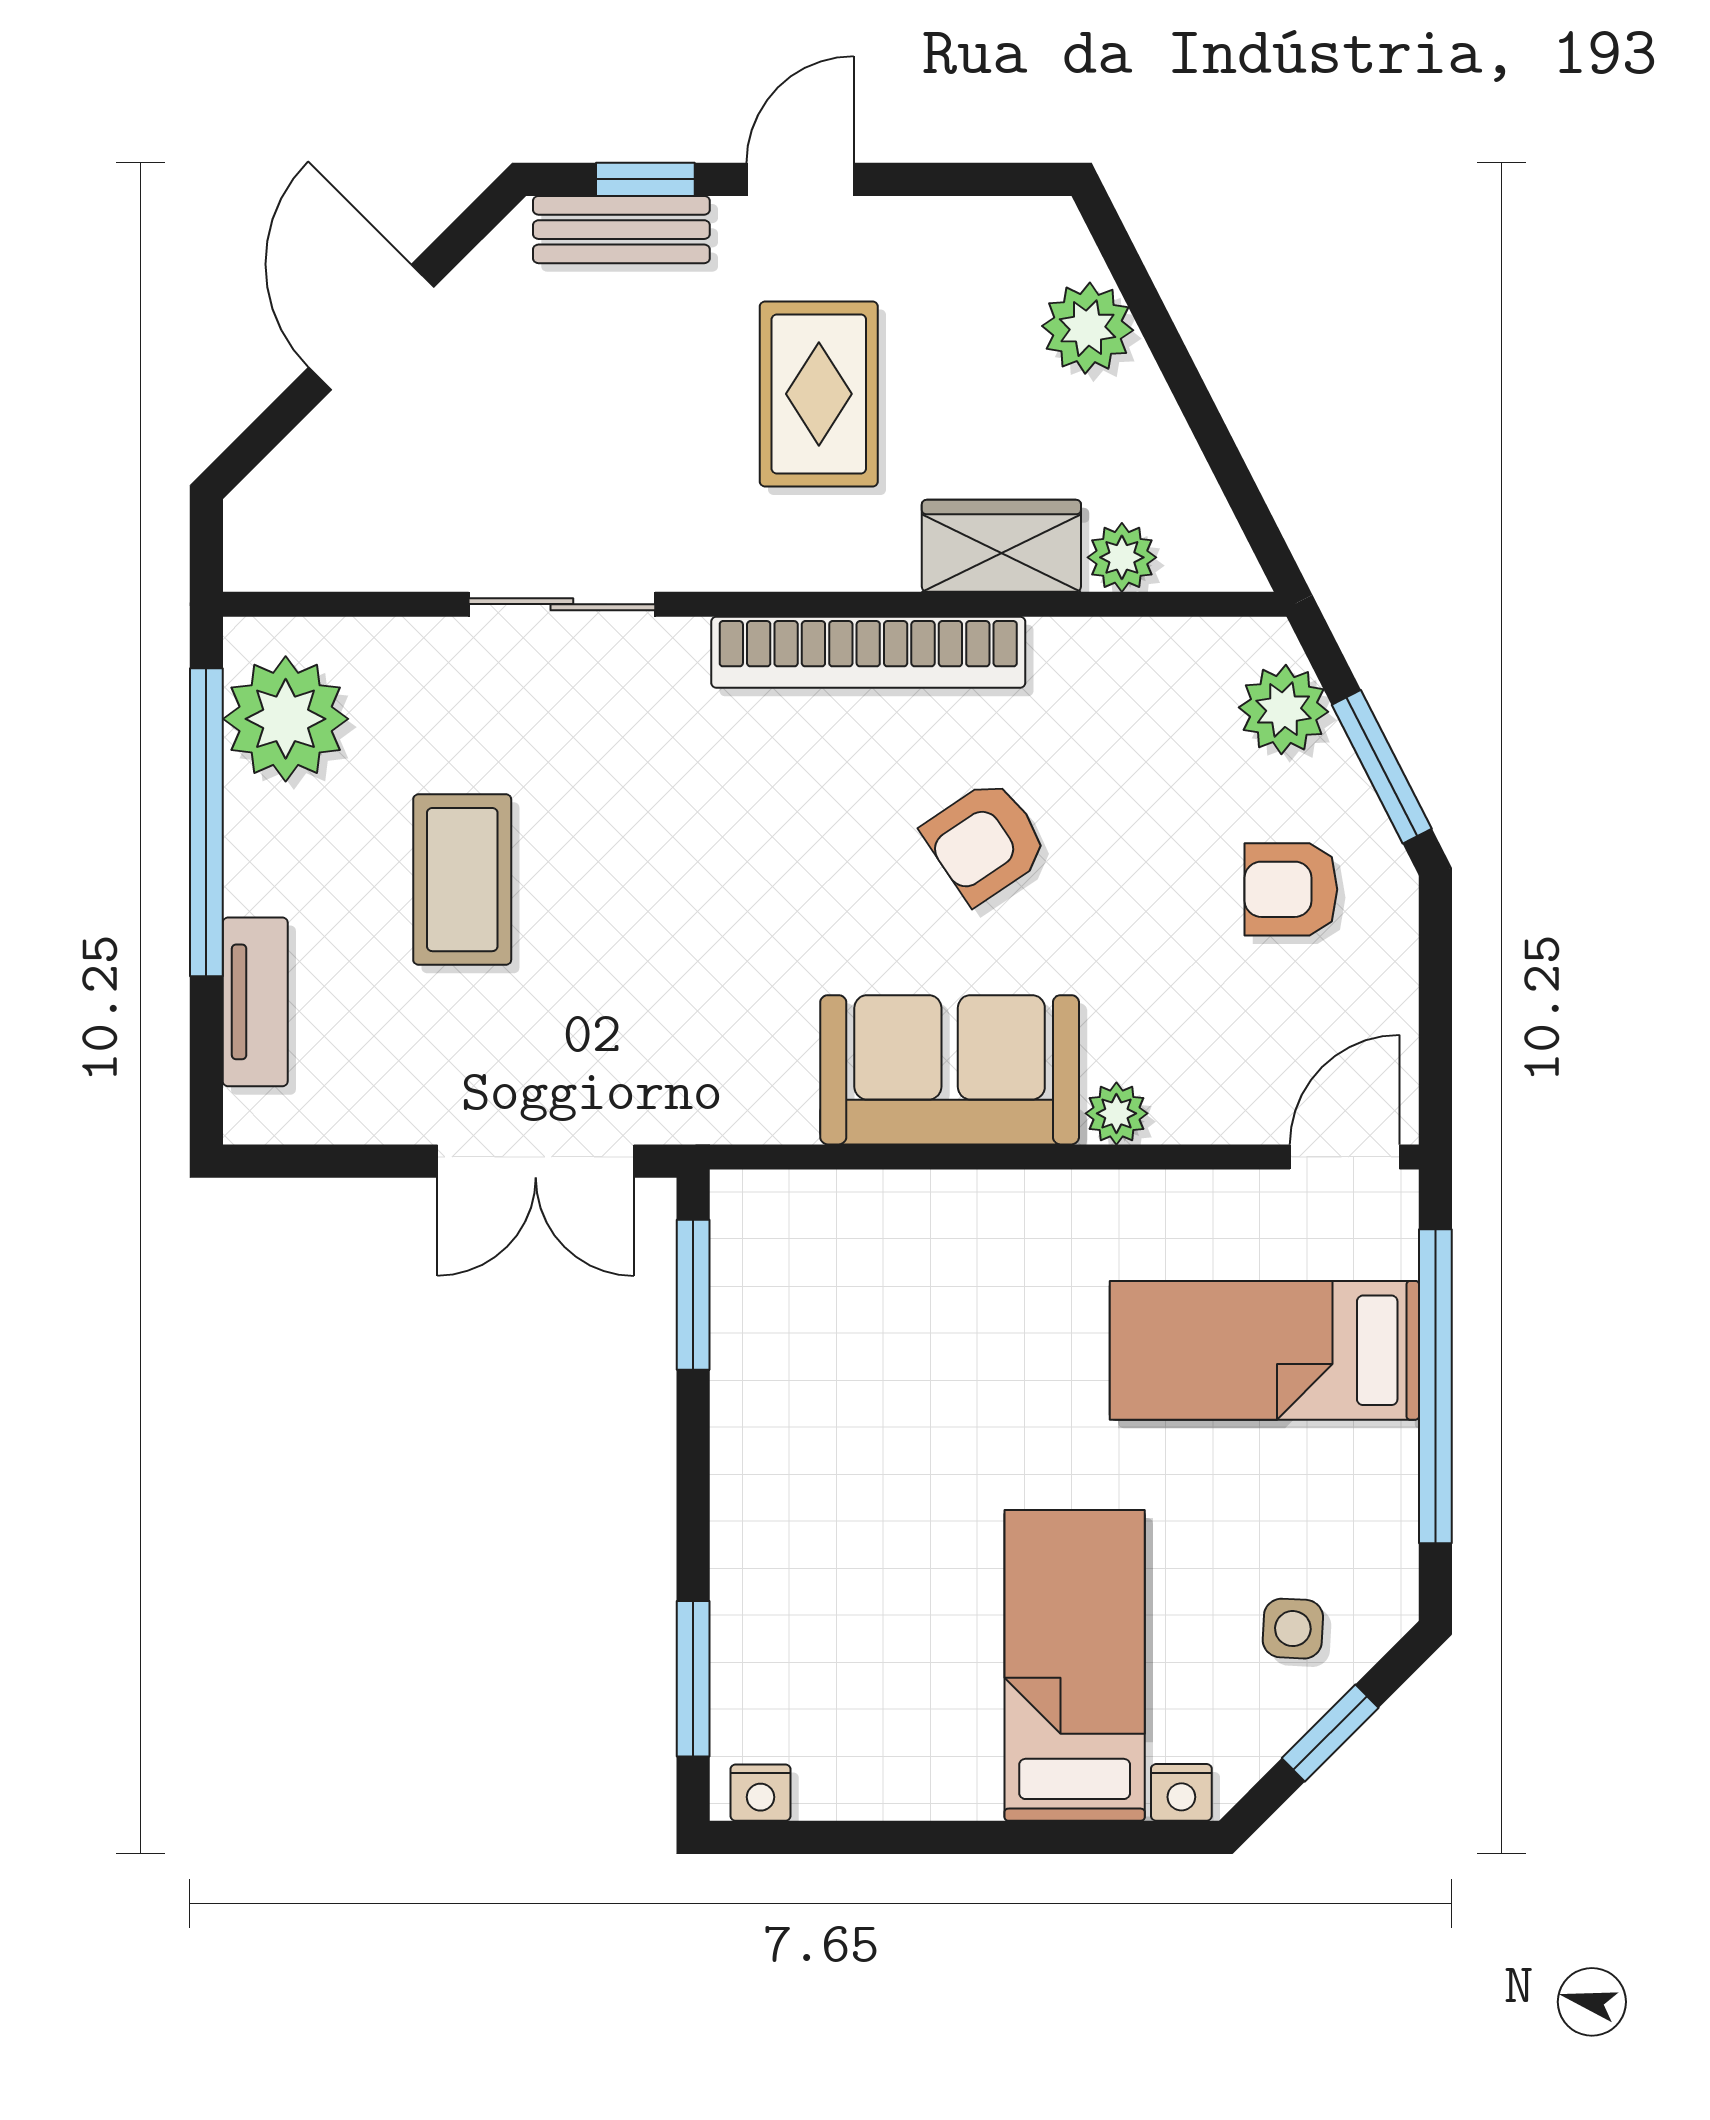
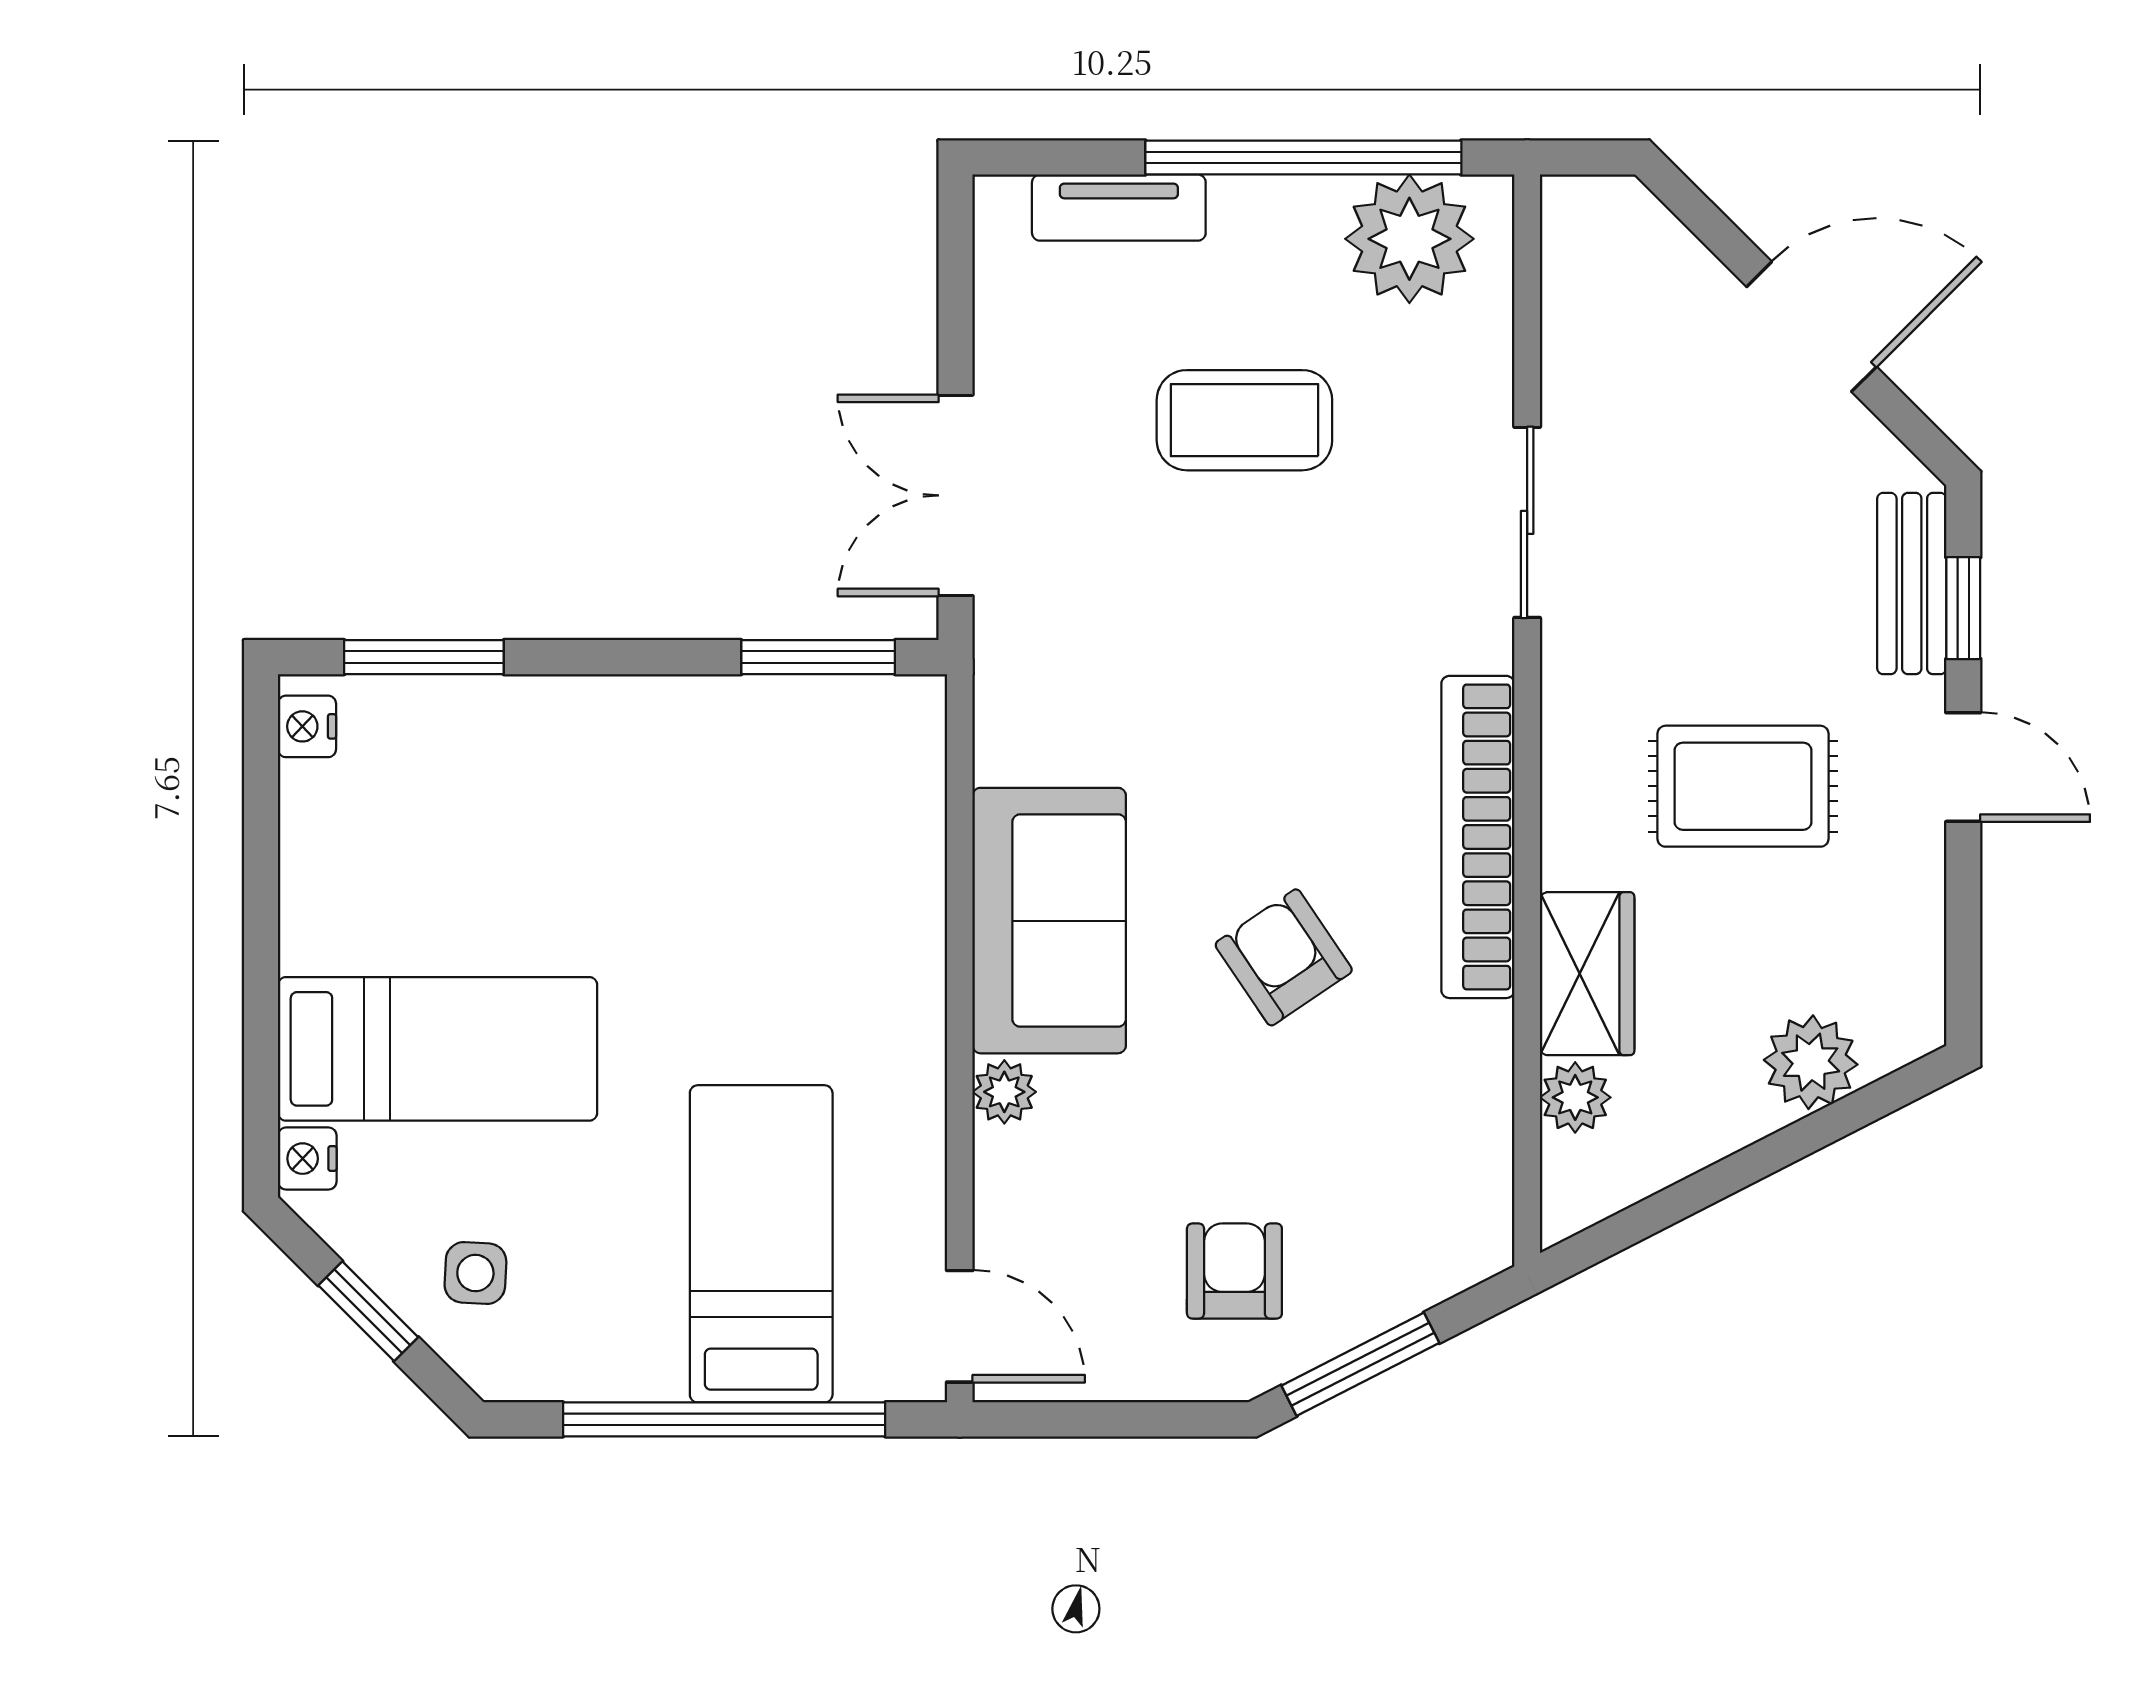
plant: (1284, 710) -> (1419, 1263), removed

